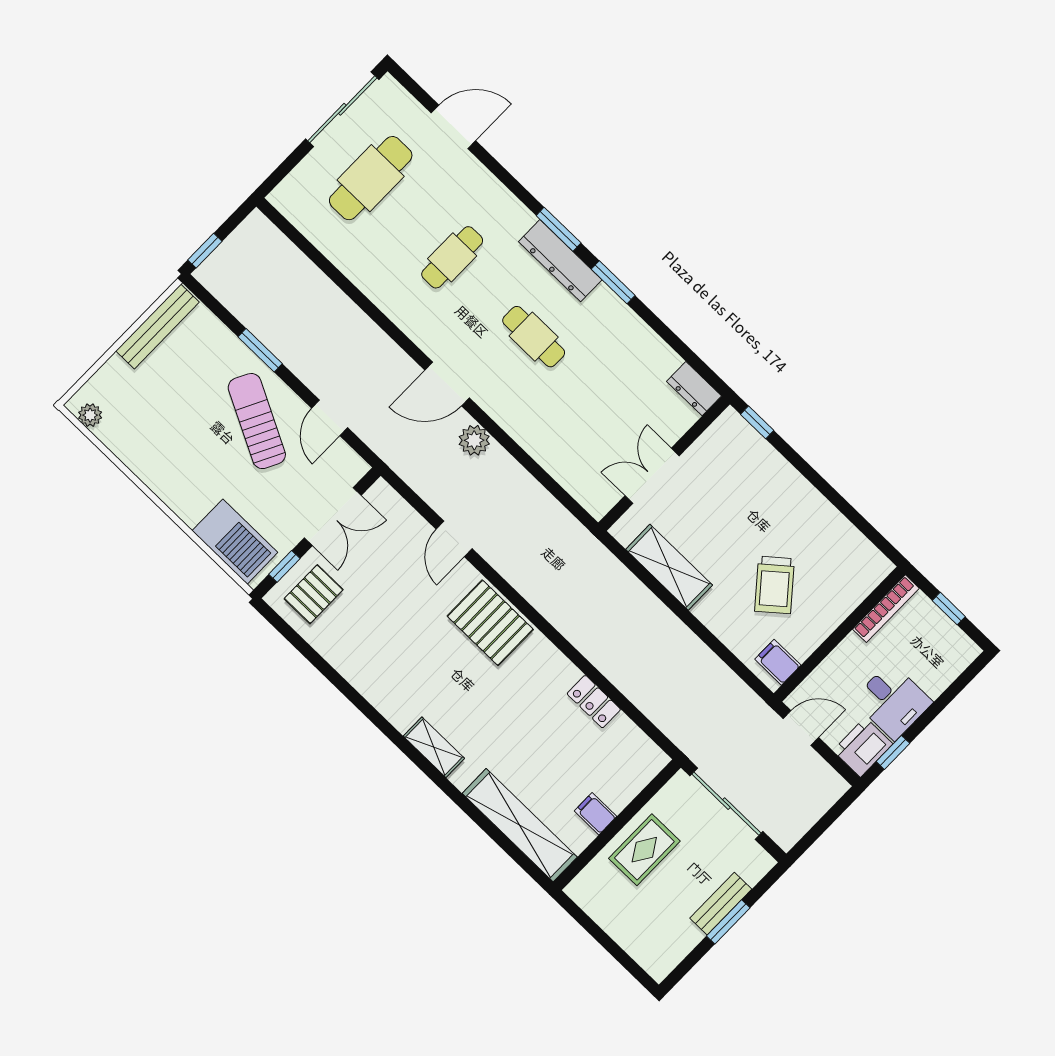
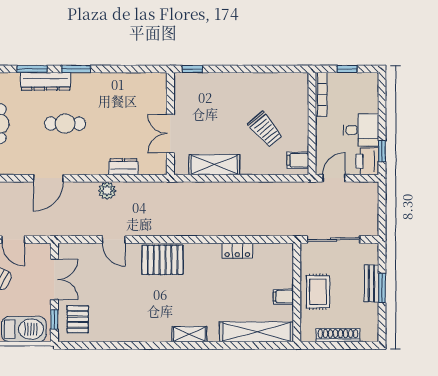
dresser: (694, 389) -> (123, 167), moved, turned 180
plant: (474, 440) -> (107, 191), moved
shoe rack: (617, 927) -> (338, 335), added

